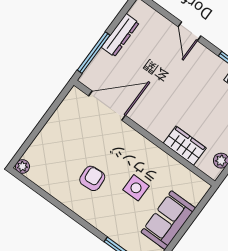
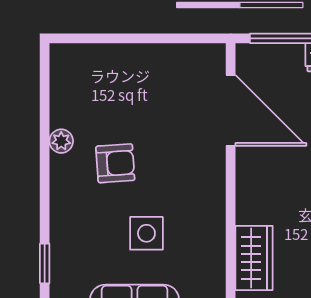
plant: (22, 166) -> (61, 141), moved

